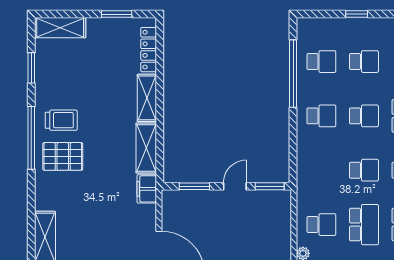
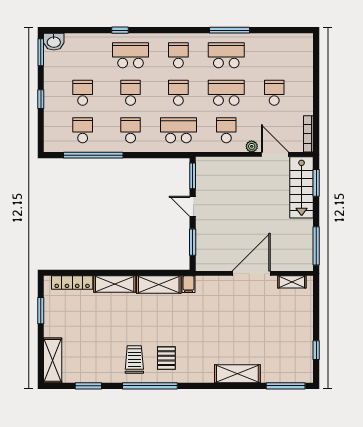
pallet: (63, 156) -> (166, 358), width x0.67, depth x0.71
school desk: (321, 170) -> (178, 130), added
filing cabinet: (147, 189) -> (189, 284), width x0.50

